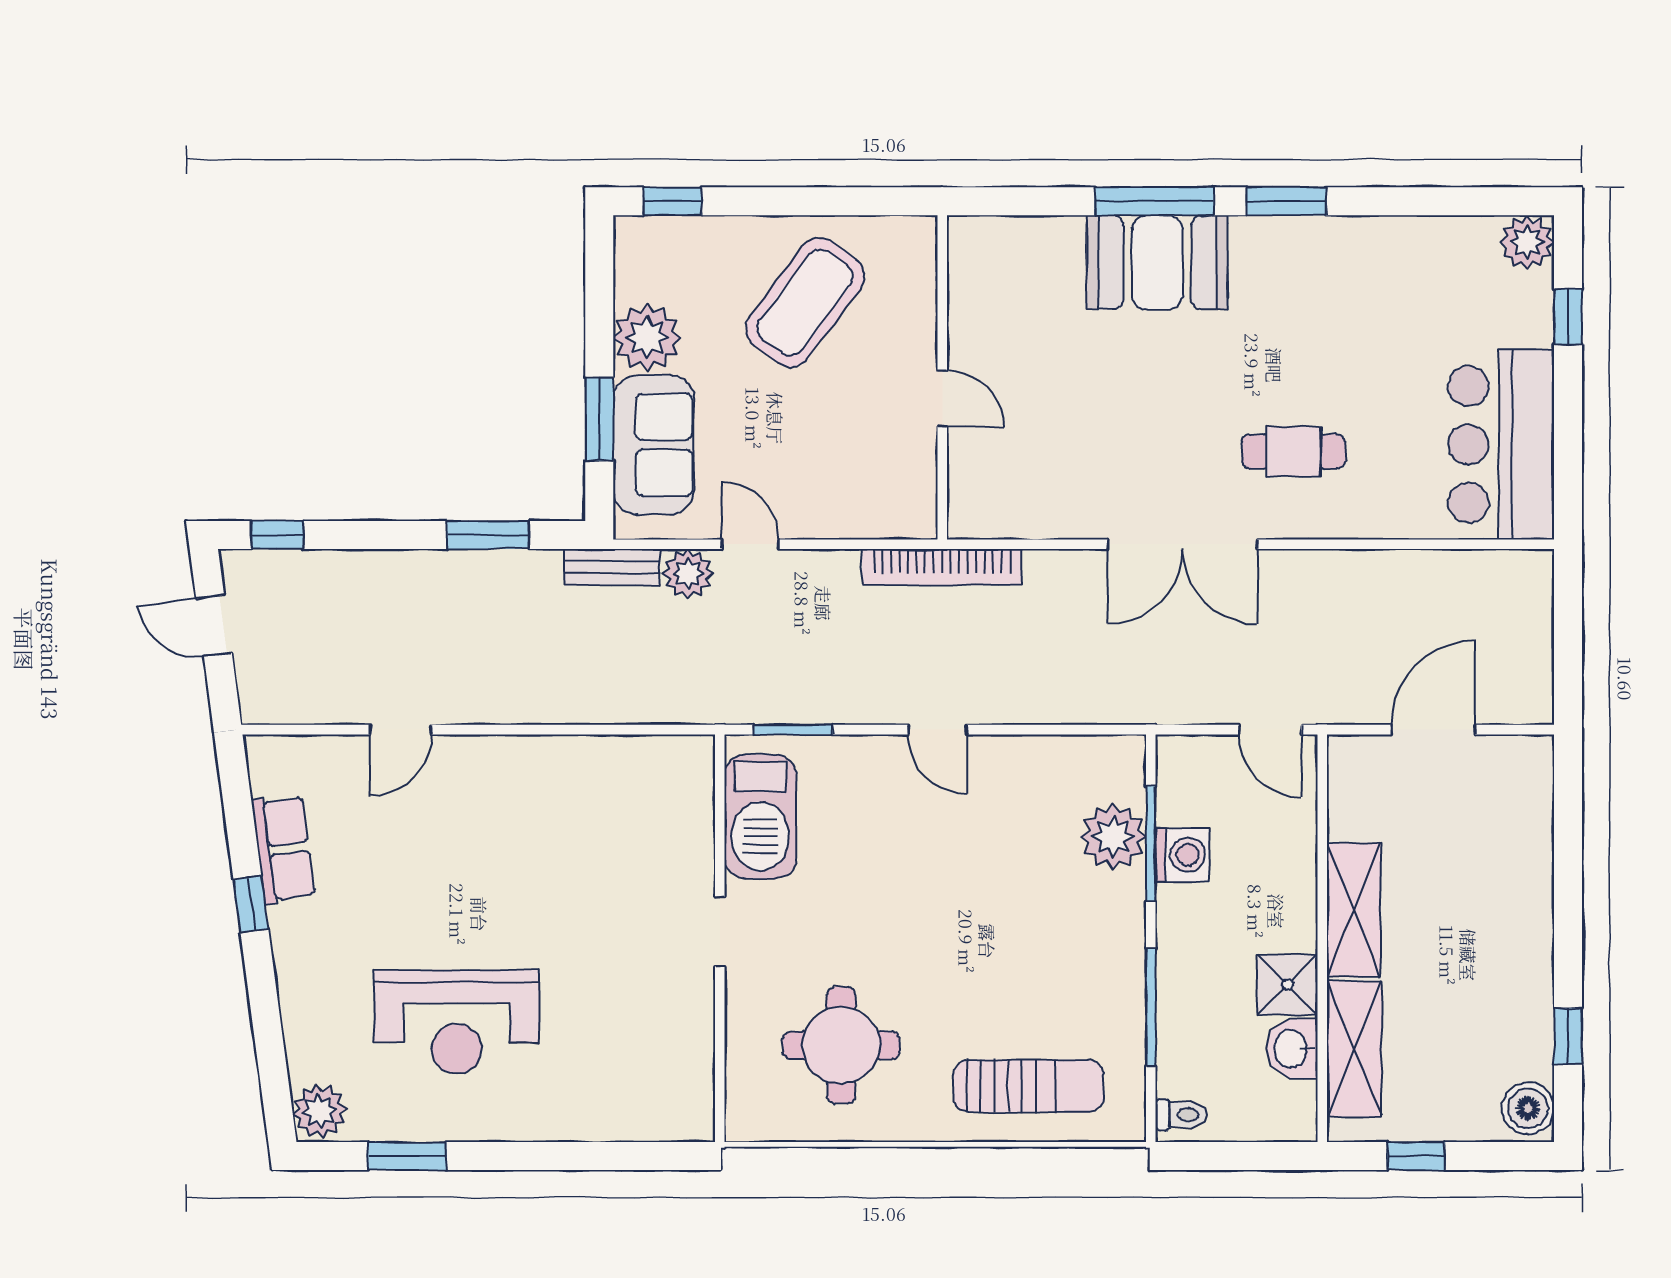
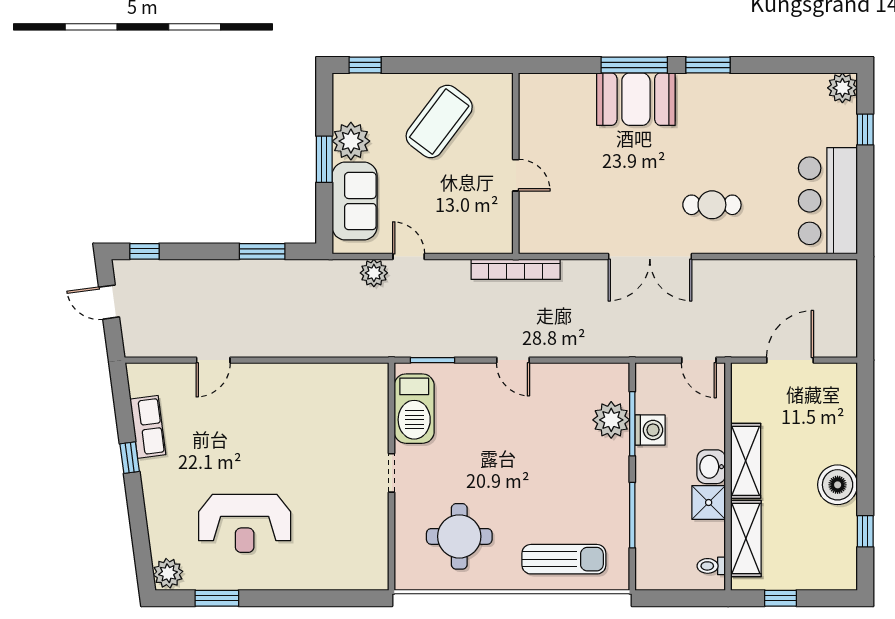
window: (599, 419) -> (324, 159), moved
bench: (612, 567) -> (331, 269), removed
washbasin: (1292, 1049) -> (711, 467), moved
boiler: (1528, 1108) -> (838, 485), moved, width x1.37, depth x1.37
toilet: (1181, 1115) -> (711, 566), moved, turned 180

